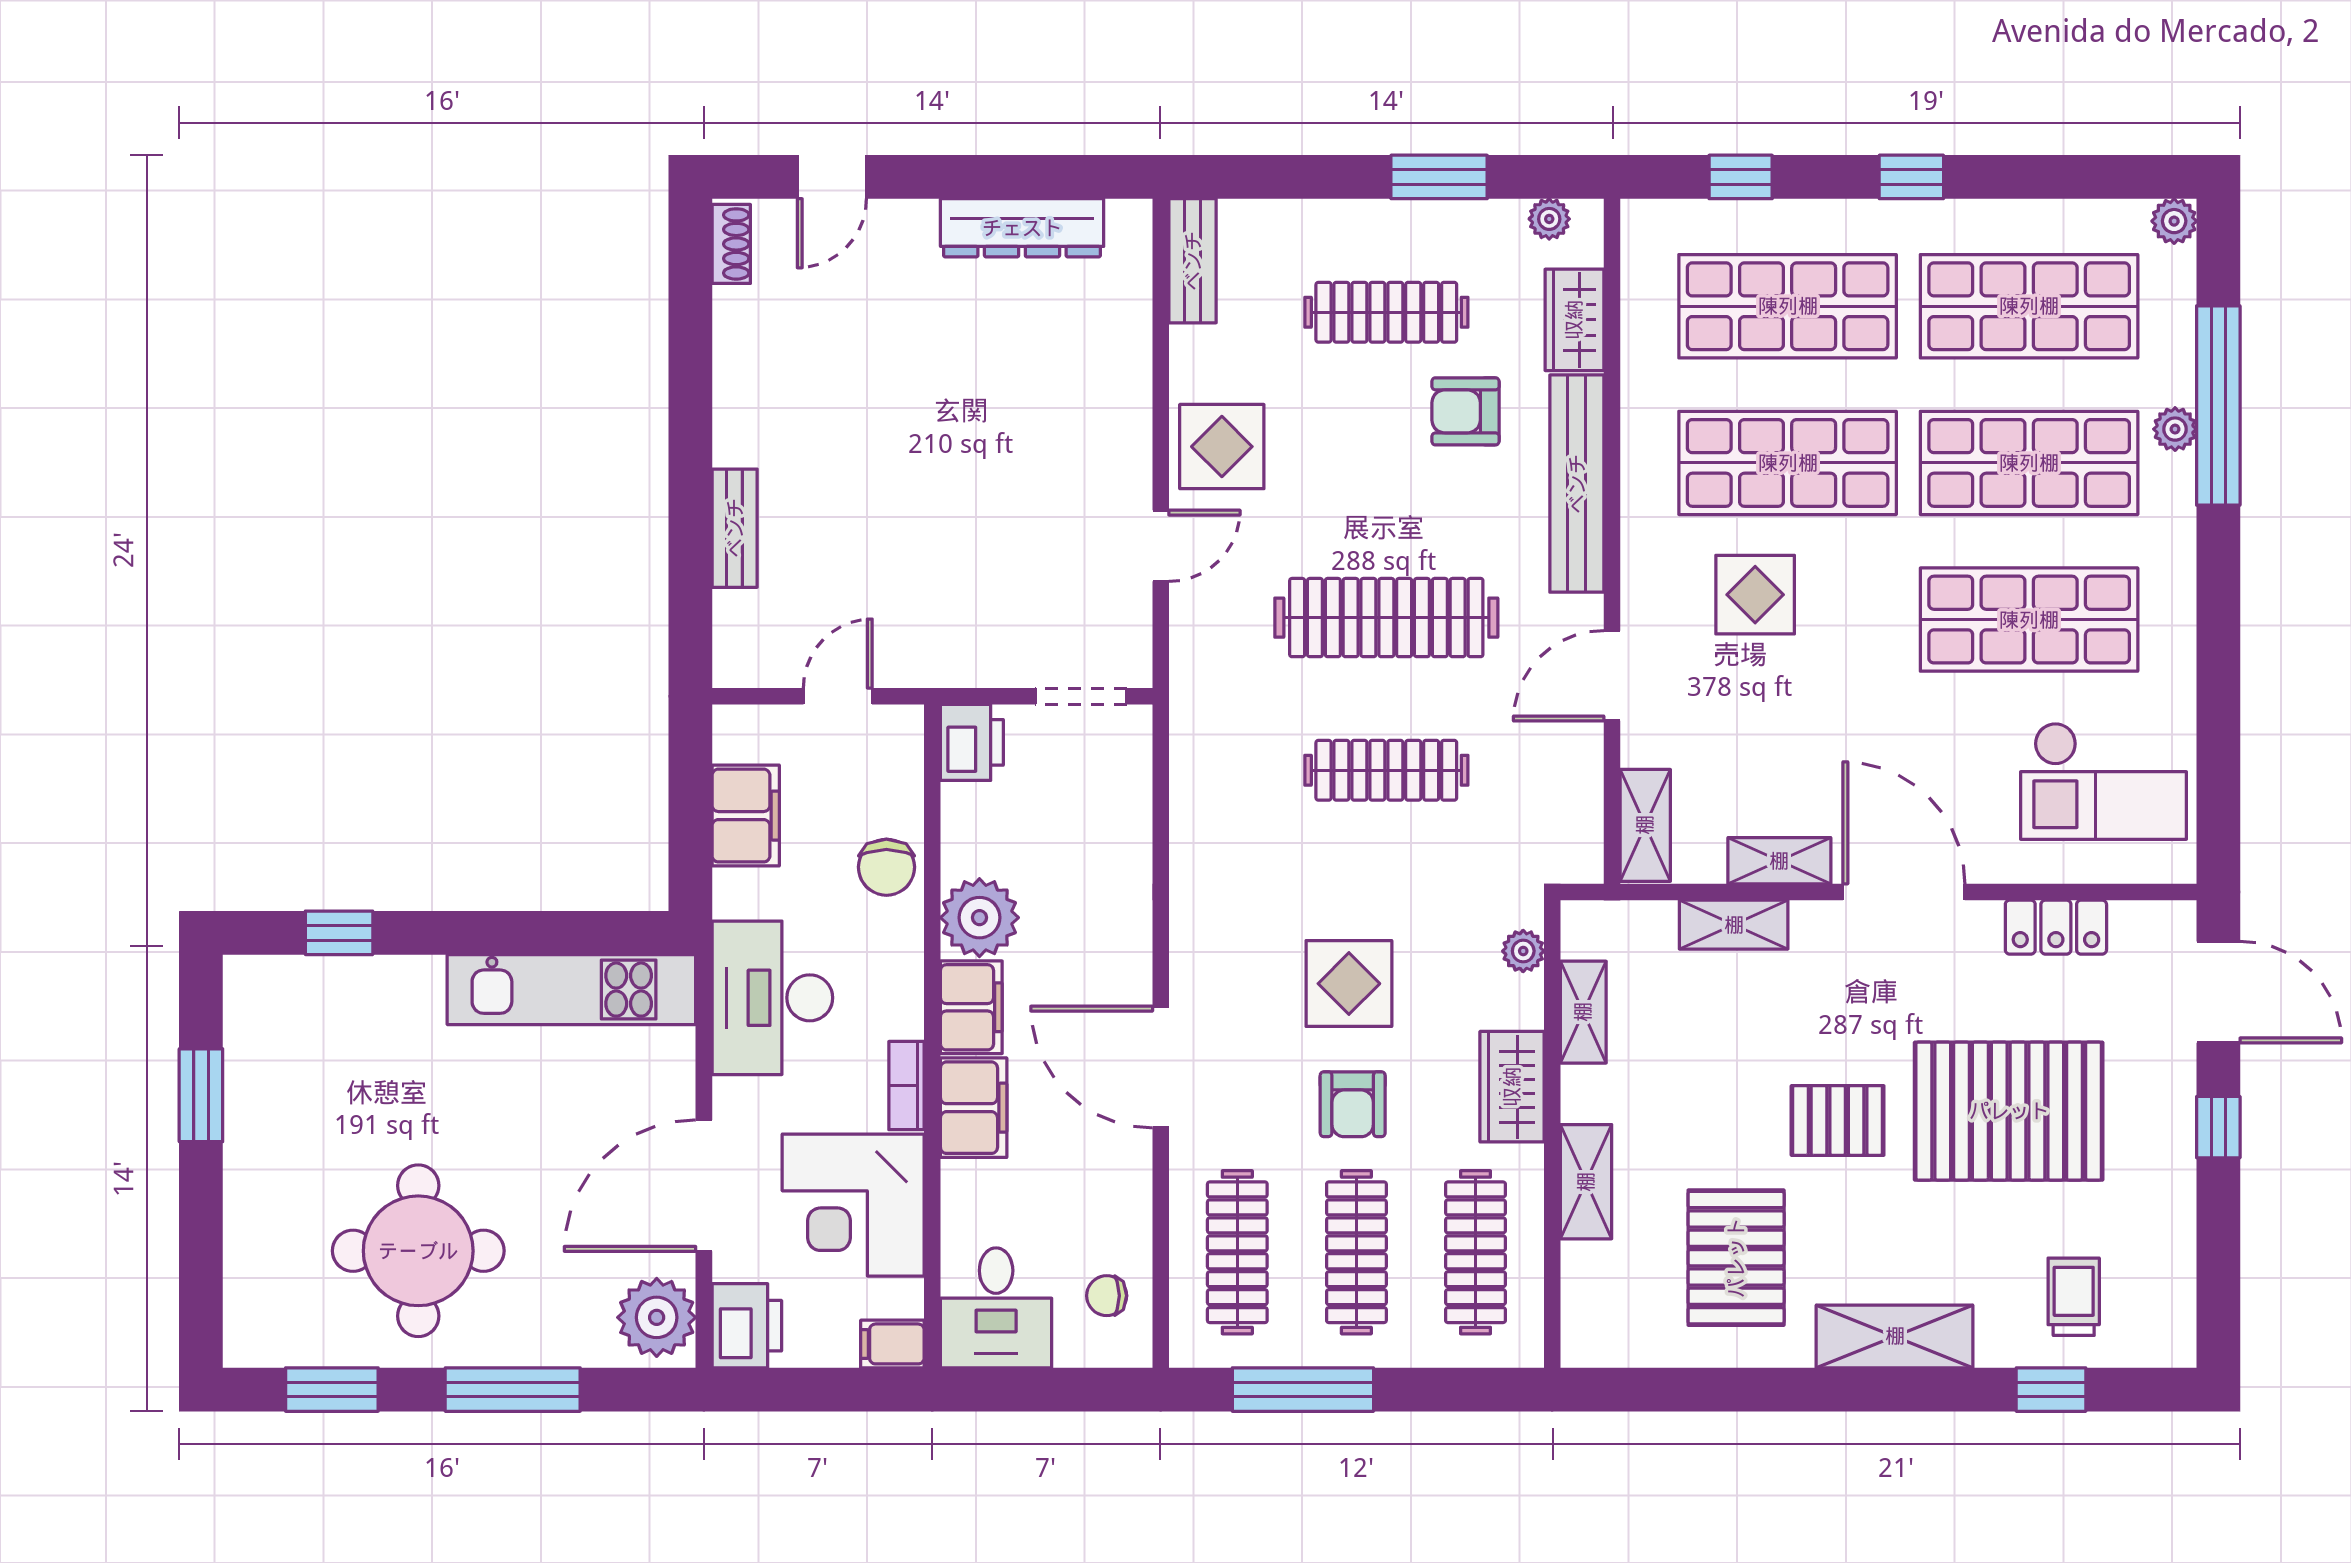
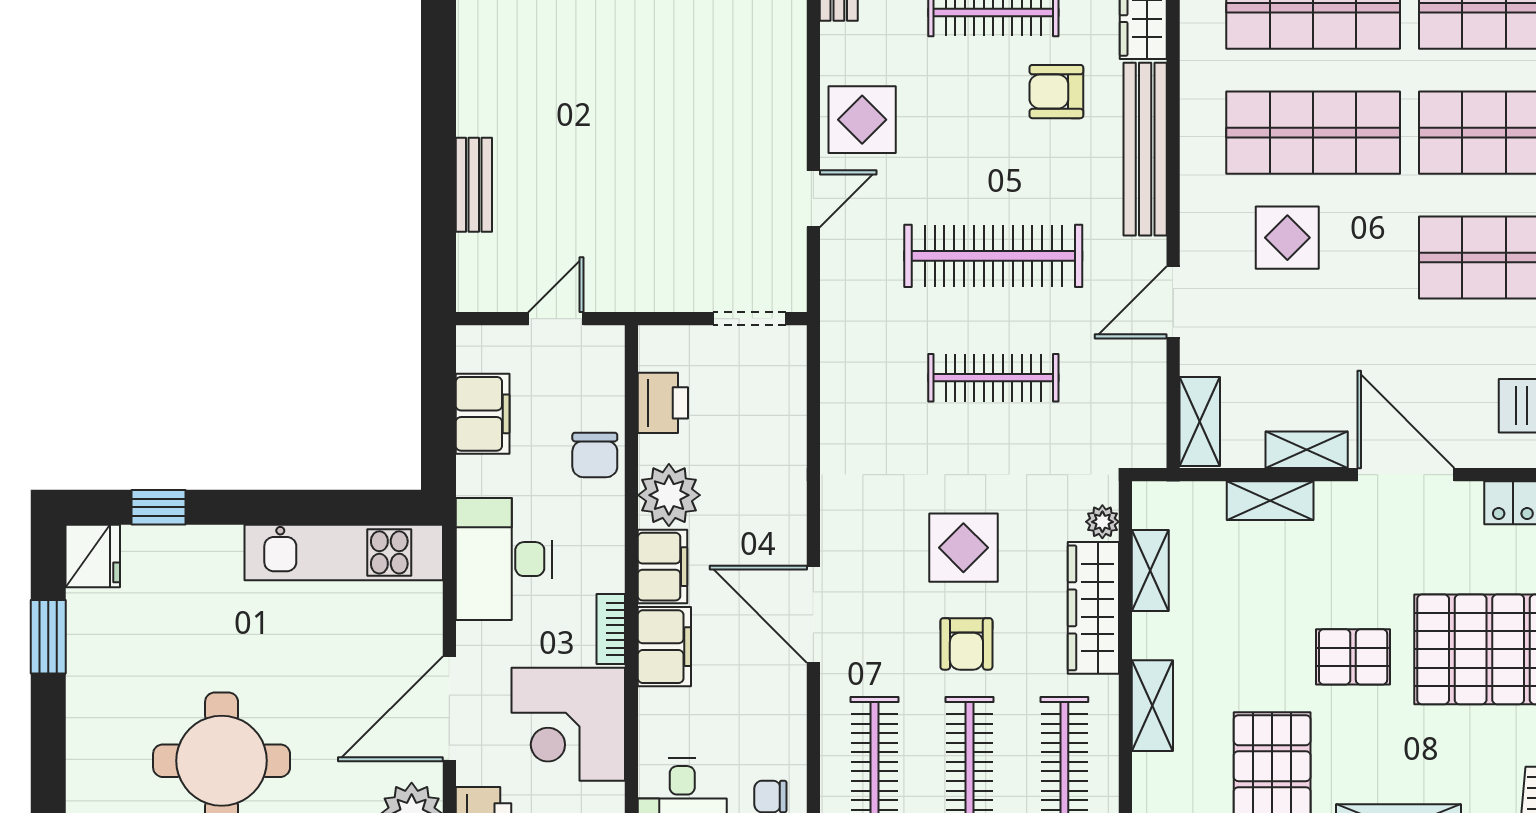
printer: (972, 742) -> (663, 403), moved
fridge: (257, 994) -> (93, 556), added
wardrobe: (1512, 1087) -> (1093, 608), width x1.50

